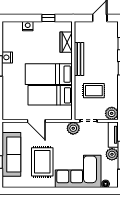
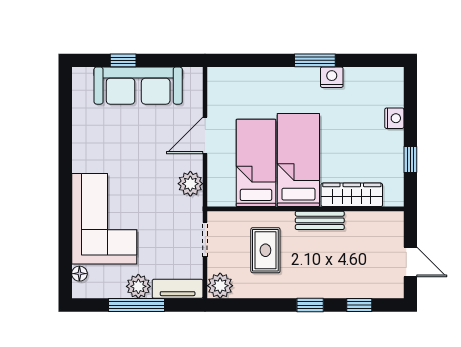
wardrobe: (66, 42) -> (352, 195), width x1.50
bench: (79, 59) -> (320, 220), width x0.73
plant: (73, 128) -> (190, 184), moved
rug: (42, 162) -> (123, 147), removed

